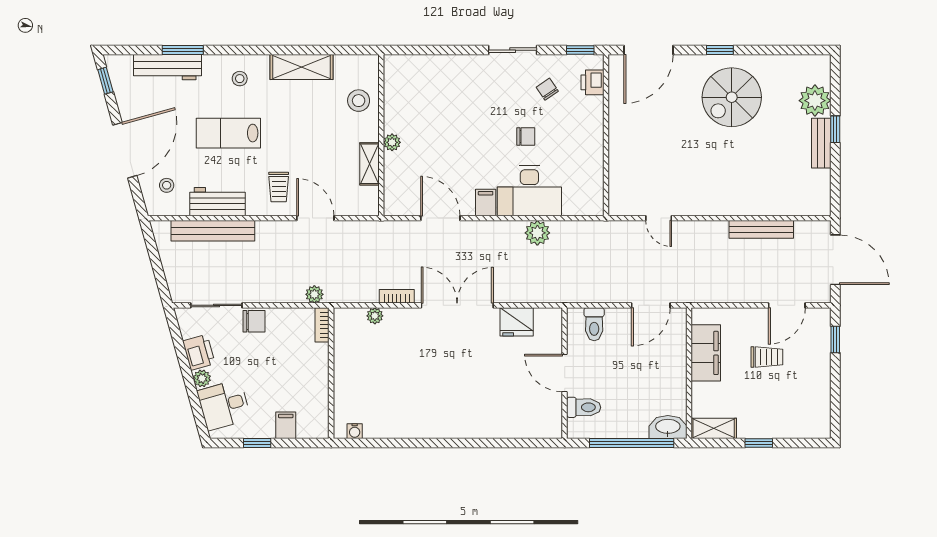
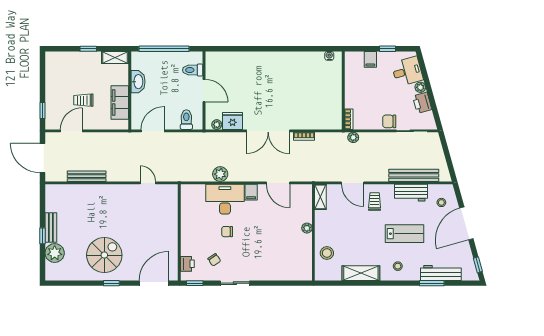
shelving: (370, 164) -> (320, 197), moved
plant: (375, 316) -> (217, 125), moved
washbasin: (668, 427) -> (138, 82), moved, turned -90

